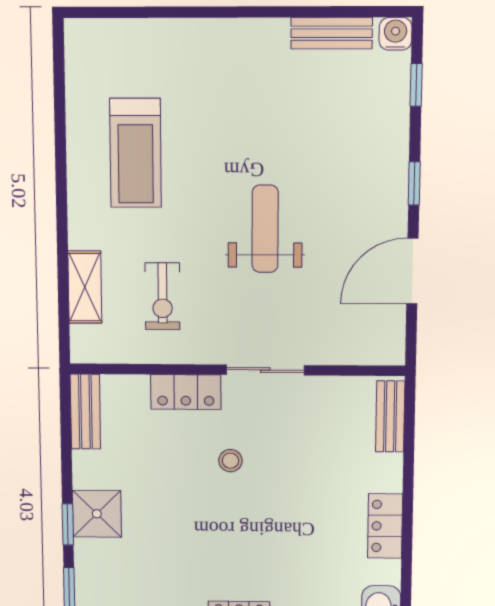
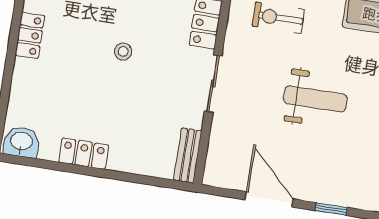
bench: (390, 416) -> (188, 156), moved, turned 90
stool: (230, 461) -> (123, 52), moved

